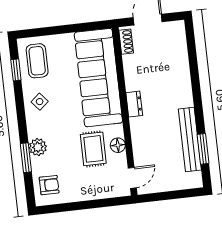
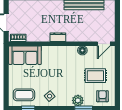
sofa: (98, 78) -> (25, 55), width x0.54, depth x0.79
rug: (93, 149) -> (95, 76), moved
door: (132, 178) -> (104, 44), swing flipped

